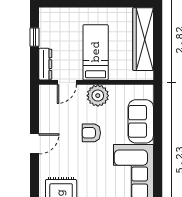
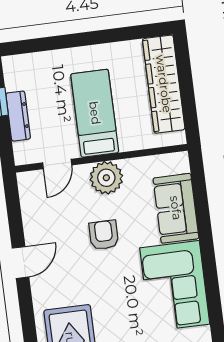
dresser: (45, 64) -> (18, 116), moved
armchair: (91, 133) -> (104, 235), turned 90

